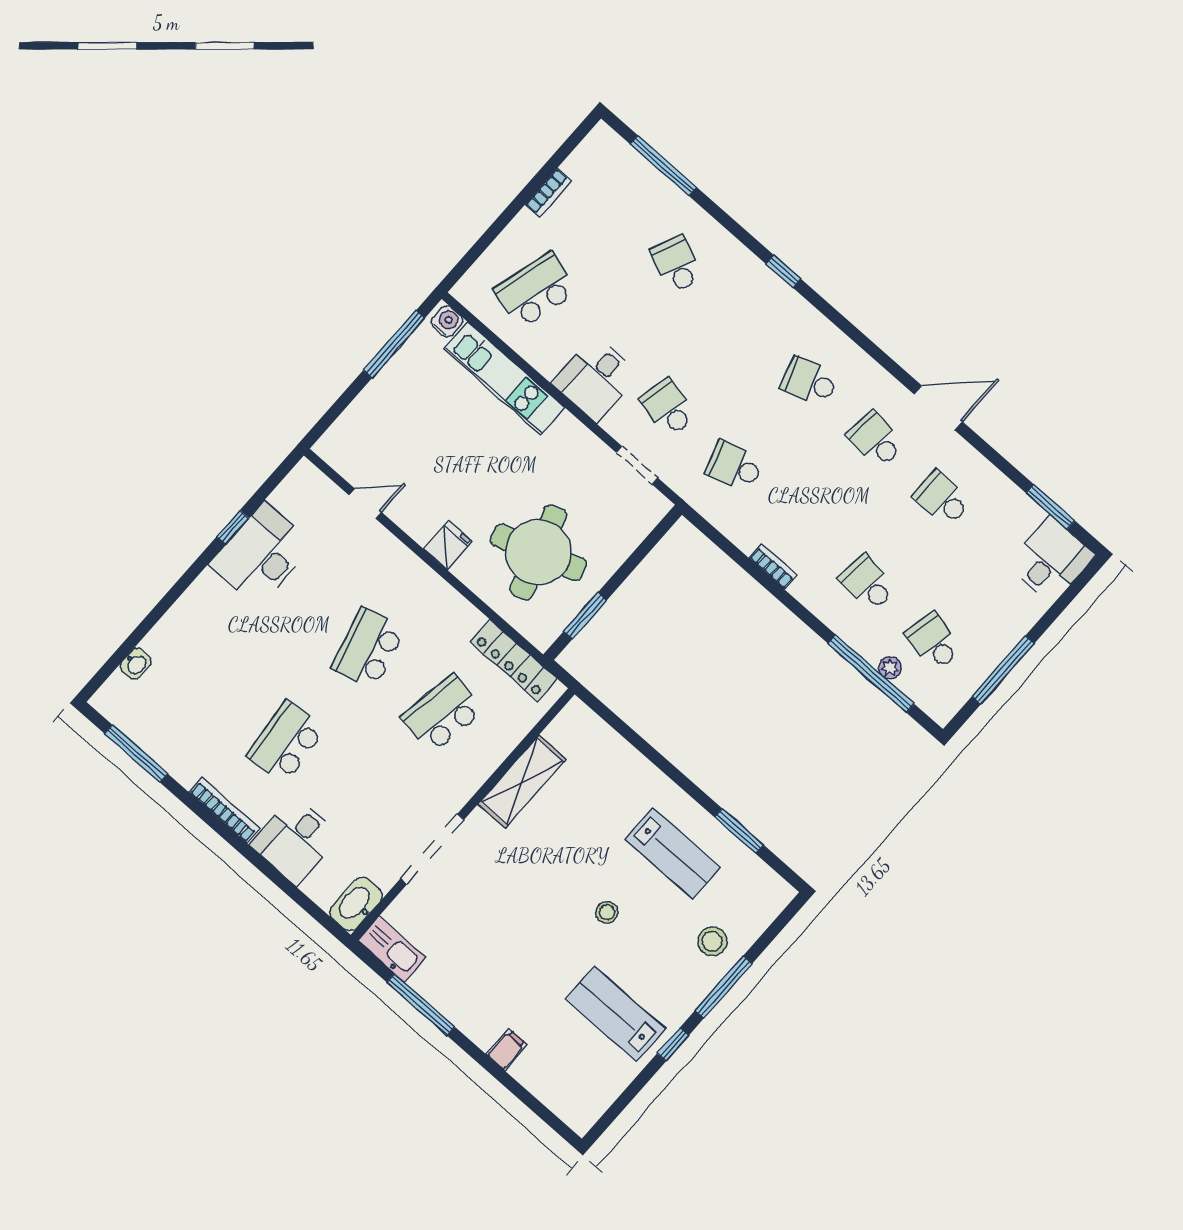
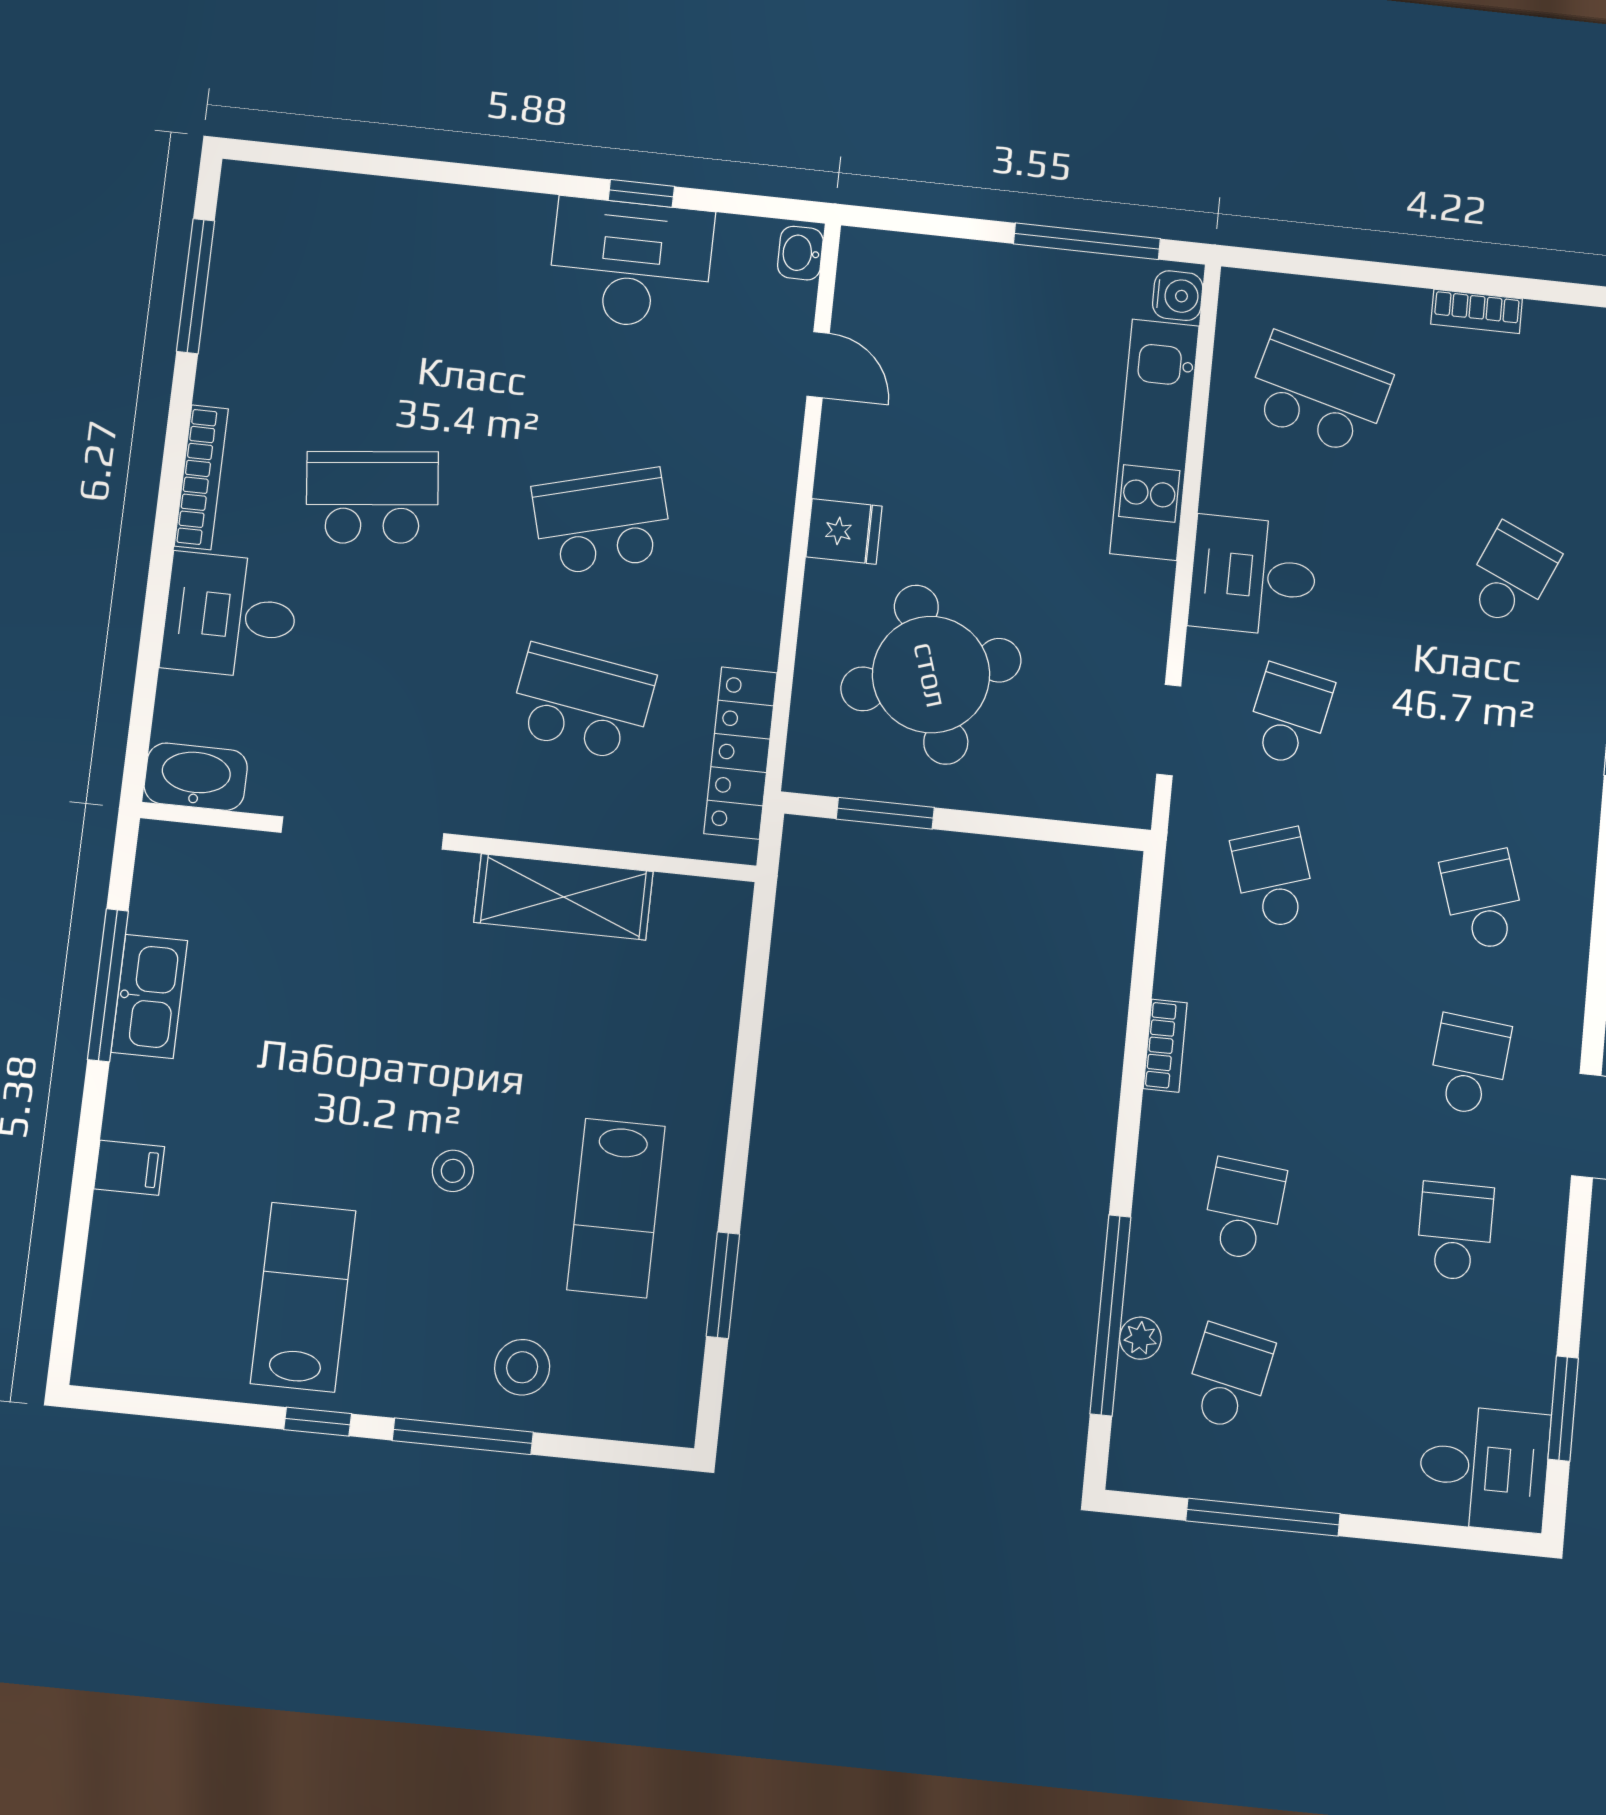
washbasin: (136, 664) -> (800, 253), moved, turned 90
kitchen sink: (392, 949) -> (149, 996), moved

